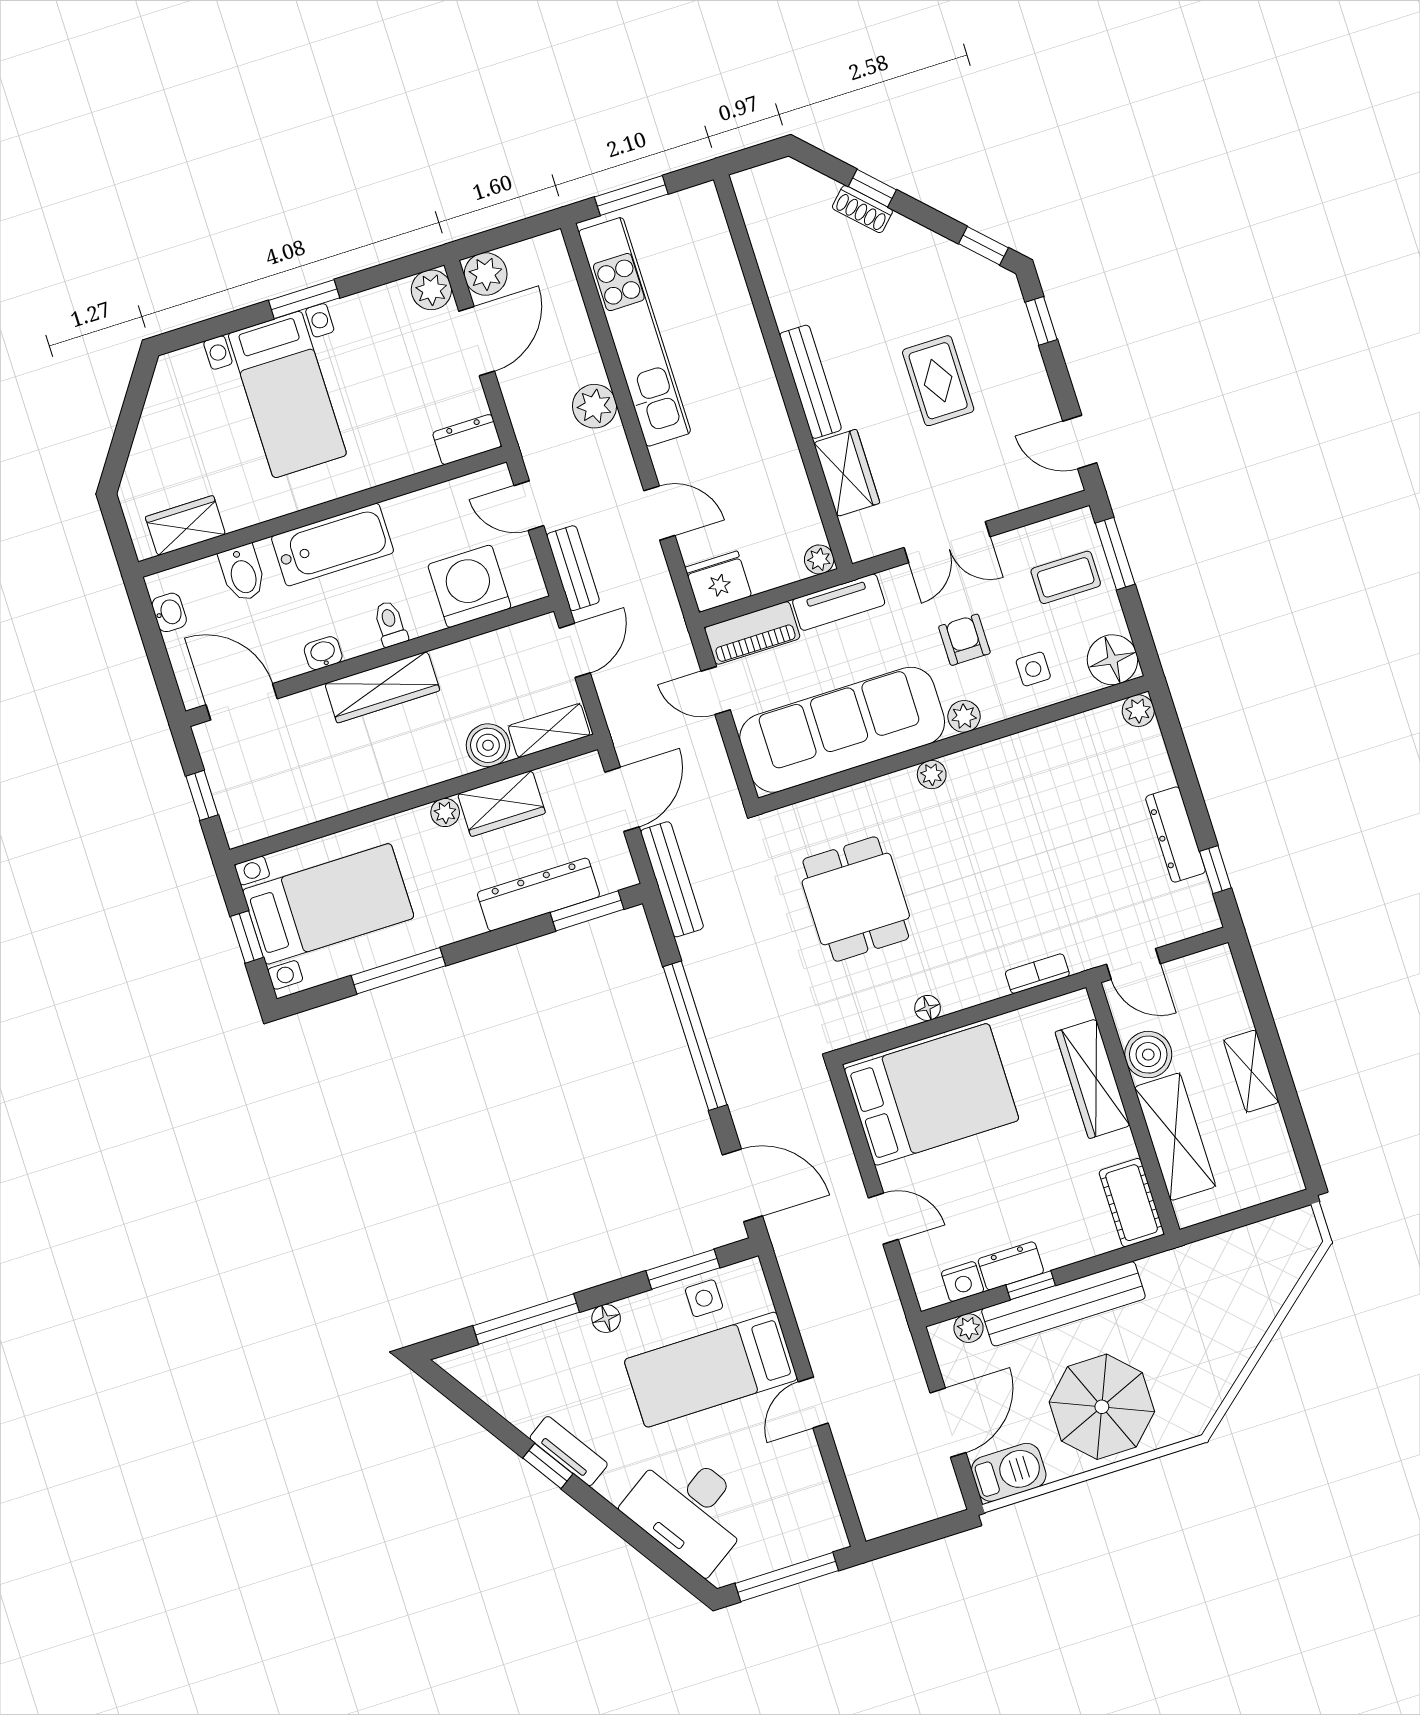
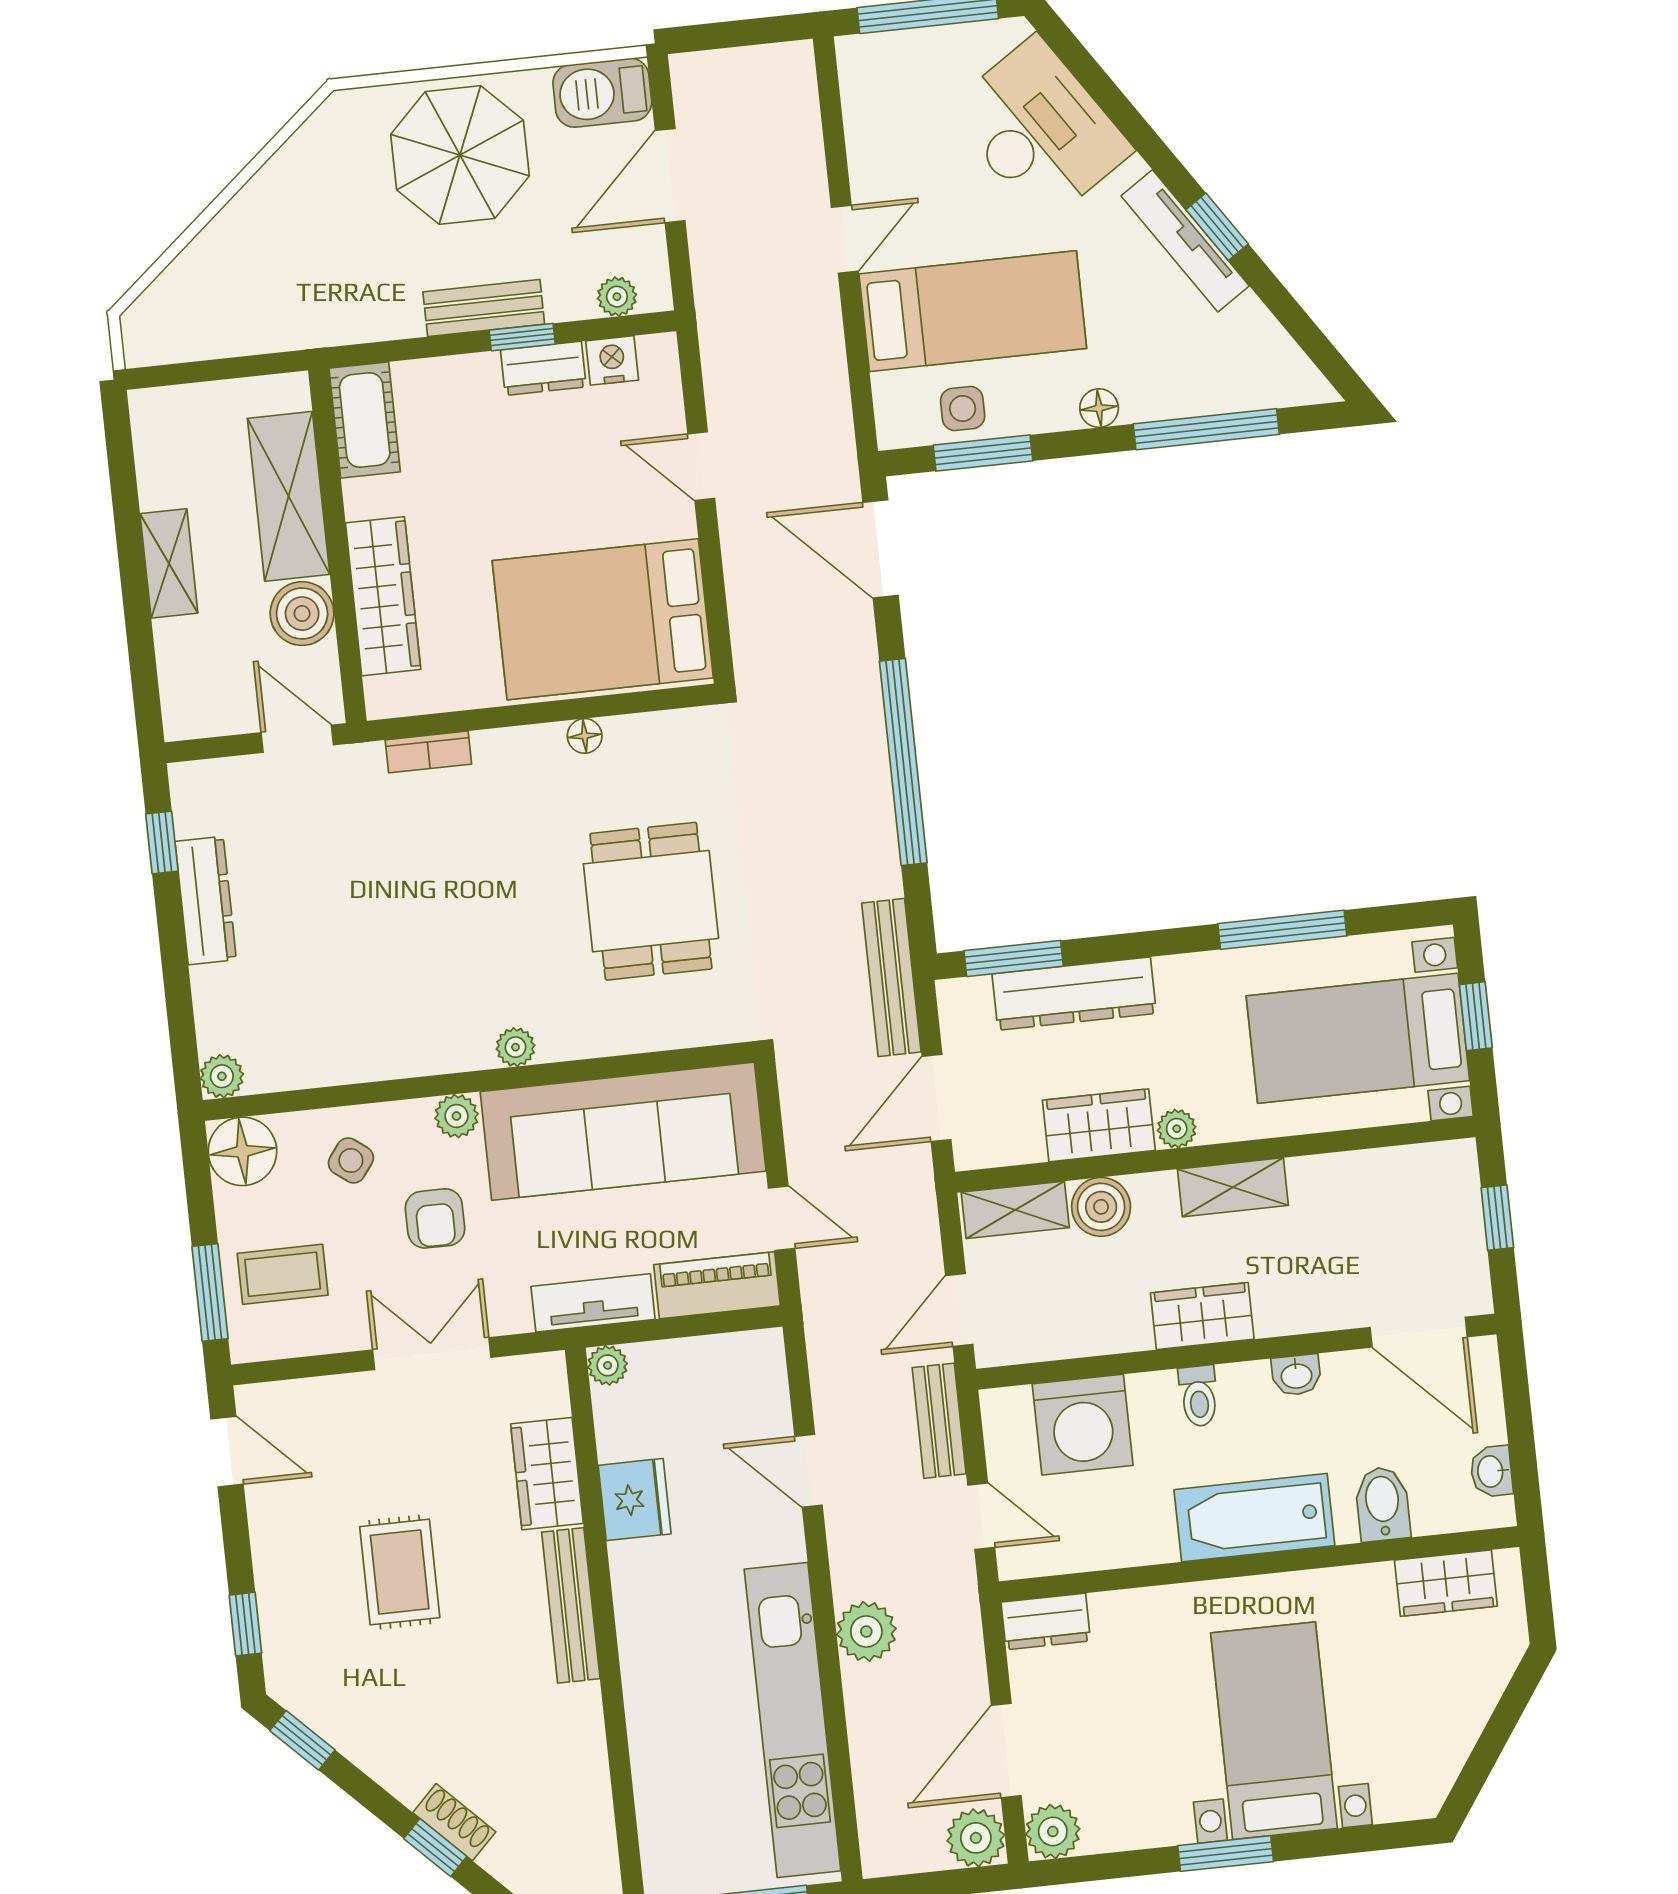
fridge: (718, 582) -> (635, 1500), moved, turned -90
side table: (1033, 669) -> (351, 1160), turned 37
wardrobe: (382, 687) -> (1202, 1316), width x0.67
shelving: (396, 779) -> (1233, 1187), added
bench: (1063, 1304) -> (484, 308), width x0.54, depth x0.82
tv unit: (569, 1451) -> (1185, 241), width x1.41

